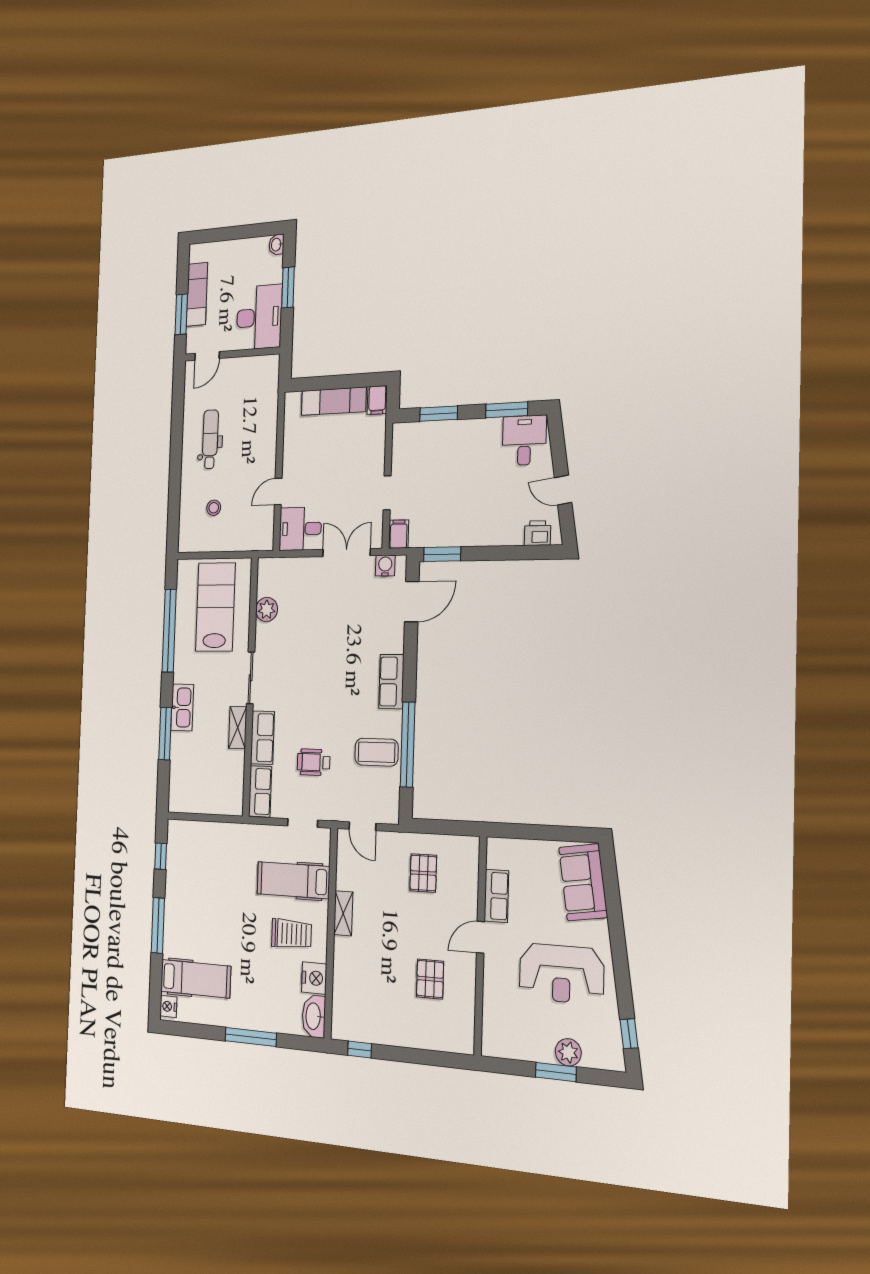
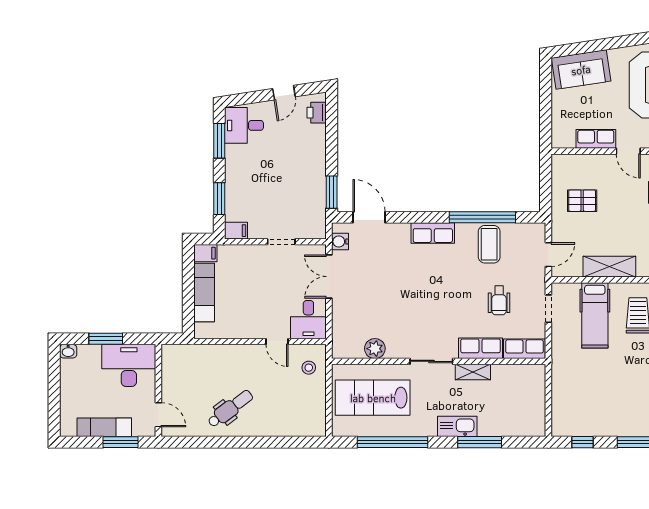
dental chair: (210, 439) -> (230, 409), turned 143
stool: (214, 508) -> (309, 368), moved
filing cabinet: (399, 534) -> (236, 231), moved, turned 180
shelving: (343, 913) -> (609, 267), width x1.50, depth x1.33

